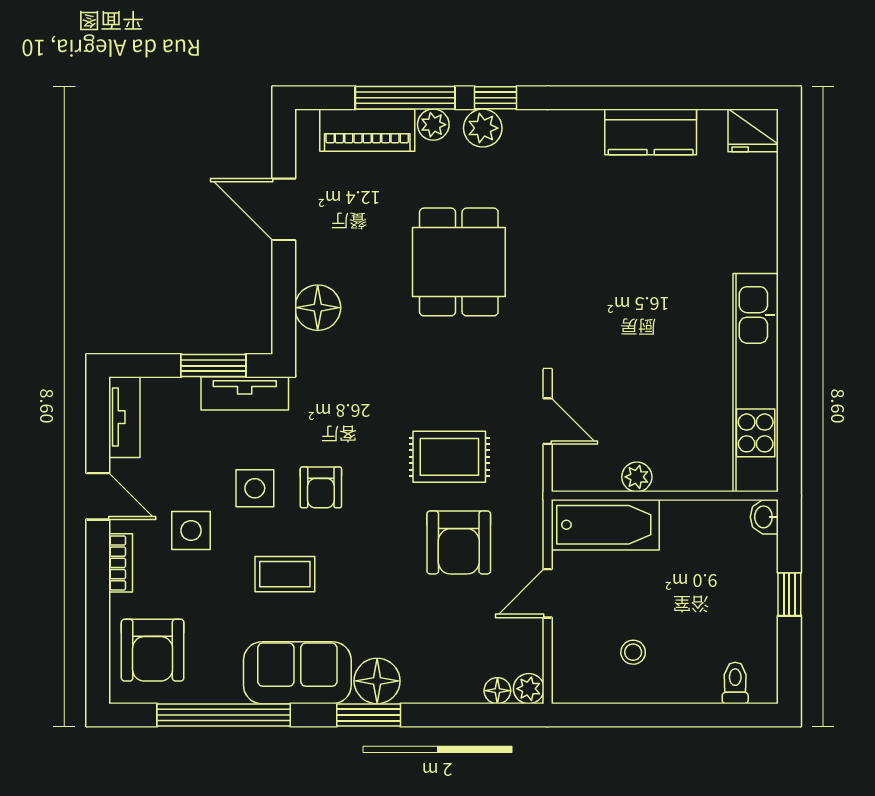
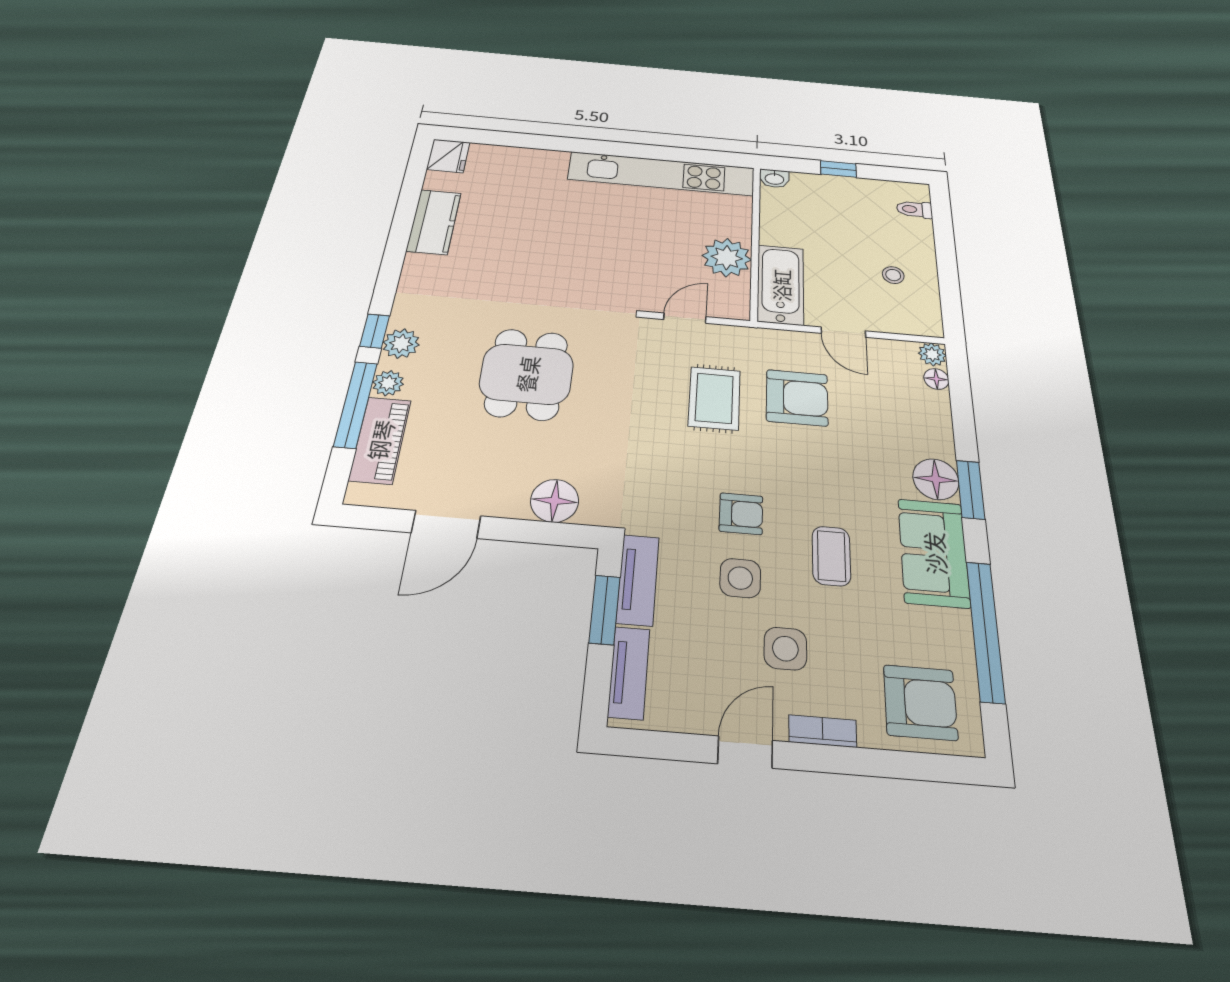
dining table: (459, 262) -> (527, 374), turned 90
tv unit: (124, 417) -> (629, 673), moved, turned 90
plant: (637, 477) -> (727, 258), width x1.88, depth x1.88

